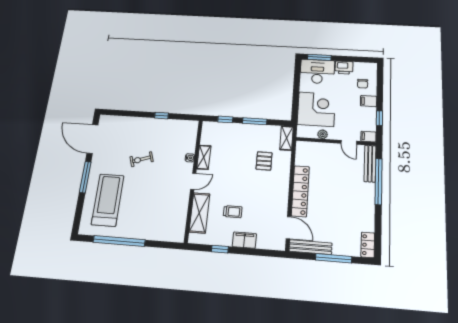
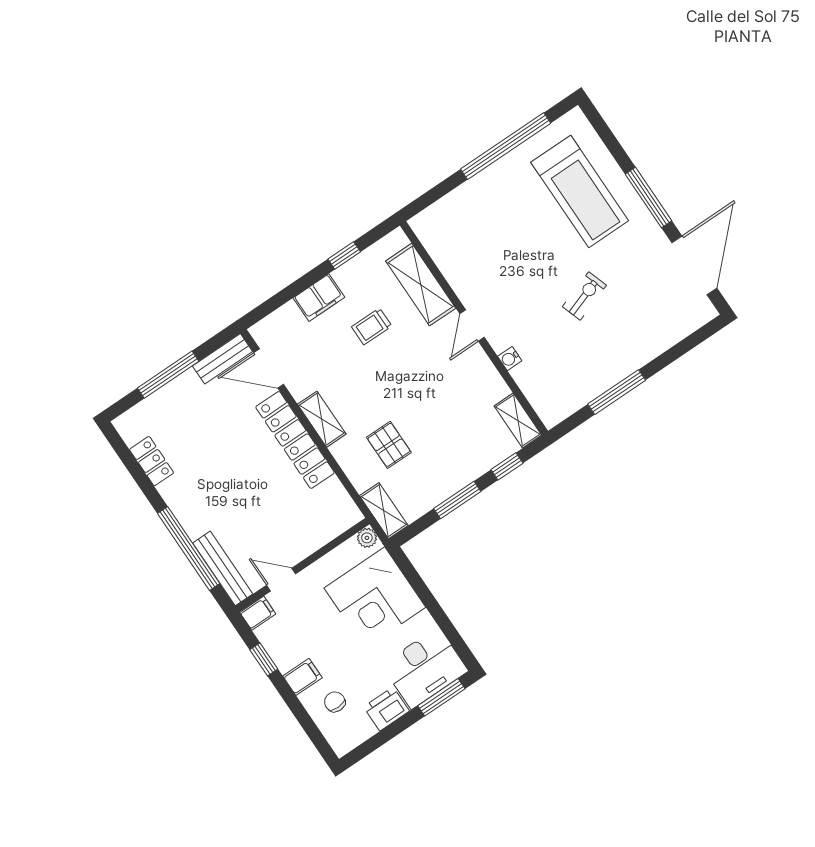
window: (162, 116) -> (617, 392), width x2.17
plant: (323, 134) -> (367, 538), moved
door: (92, 139) -> (694, 265), hinge flipped
shelving: (204, 157) -> (518, 420), moved
shelving: (283, 191) -> (322, 419), added
locker: (368, 245) -> (152, 461), moved
bench: (310, 247) -> (223, 359), width x0.73

